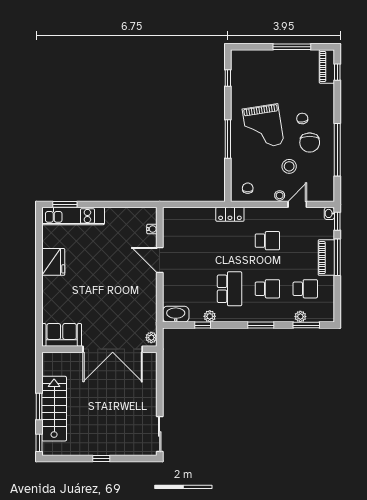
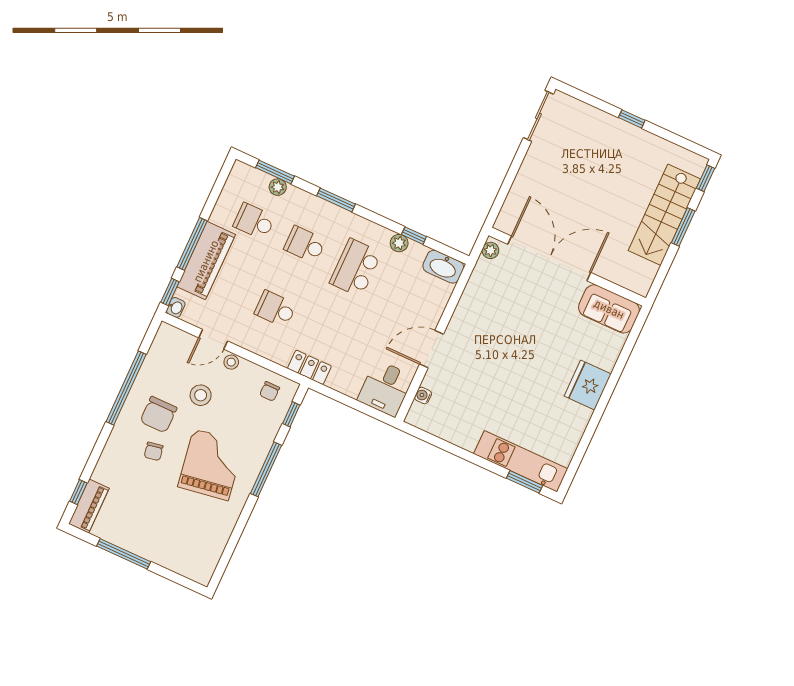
window: (228, 78) -> (291, 414), moved
chair: (310, 143) -> (158, 415), turned 180
desk: (177, 223) -> (385, 388), added
piano: (326, 258) -> (206, 261), width x1.37, depth x1.33
door: (160, 260) -> (432, 349), swing flipped
fridge: (53, 262) -> (588, 385), moved

